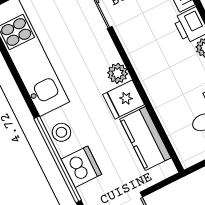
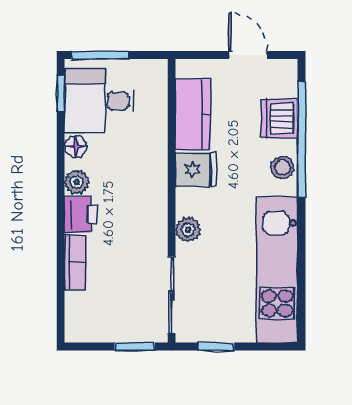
plant: (118, 73) -> (188, 230), moved

